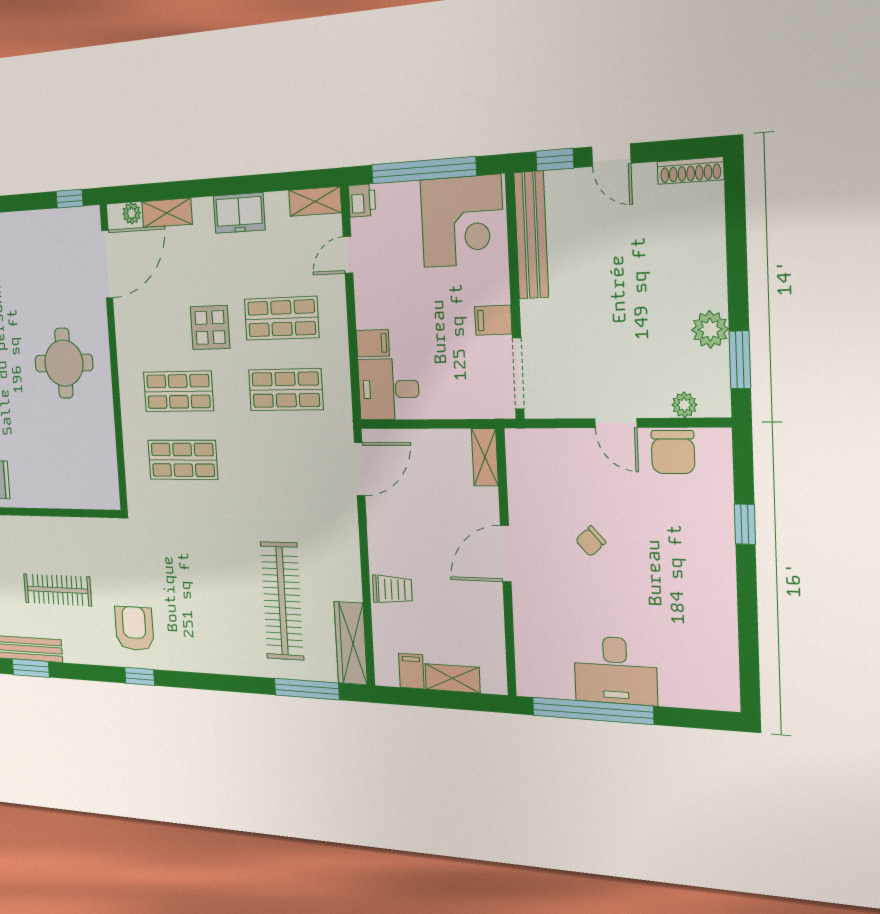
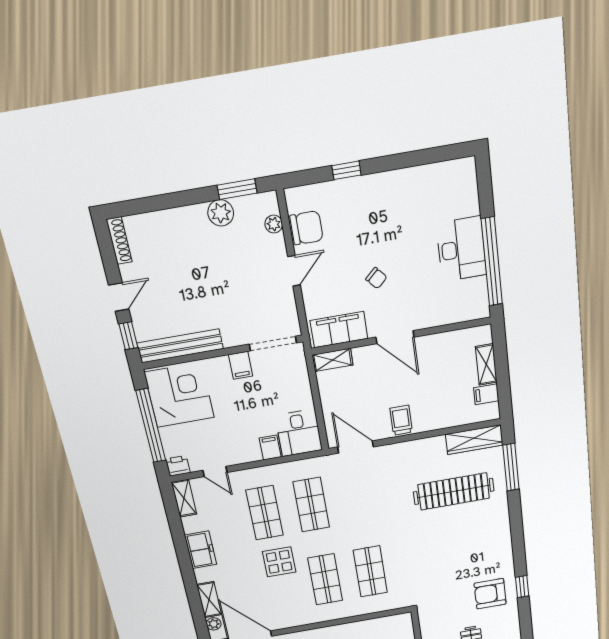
filing cabinet: (526, 474) -> (339, 330), added
trolley: (392, 589) -> (401, 420), moved

